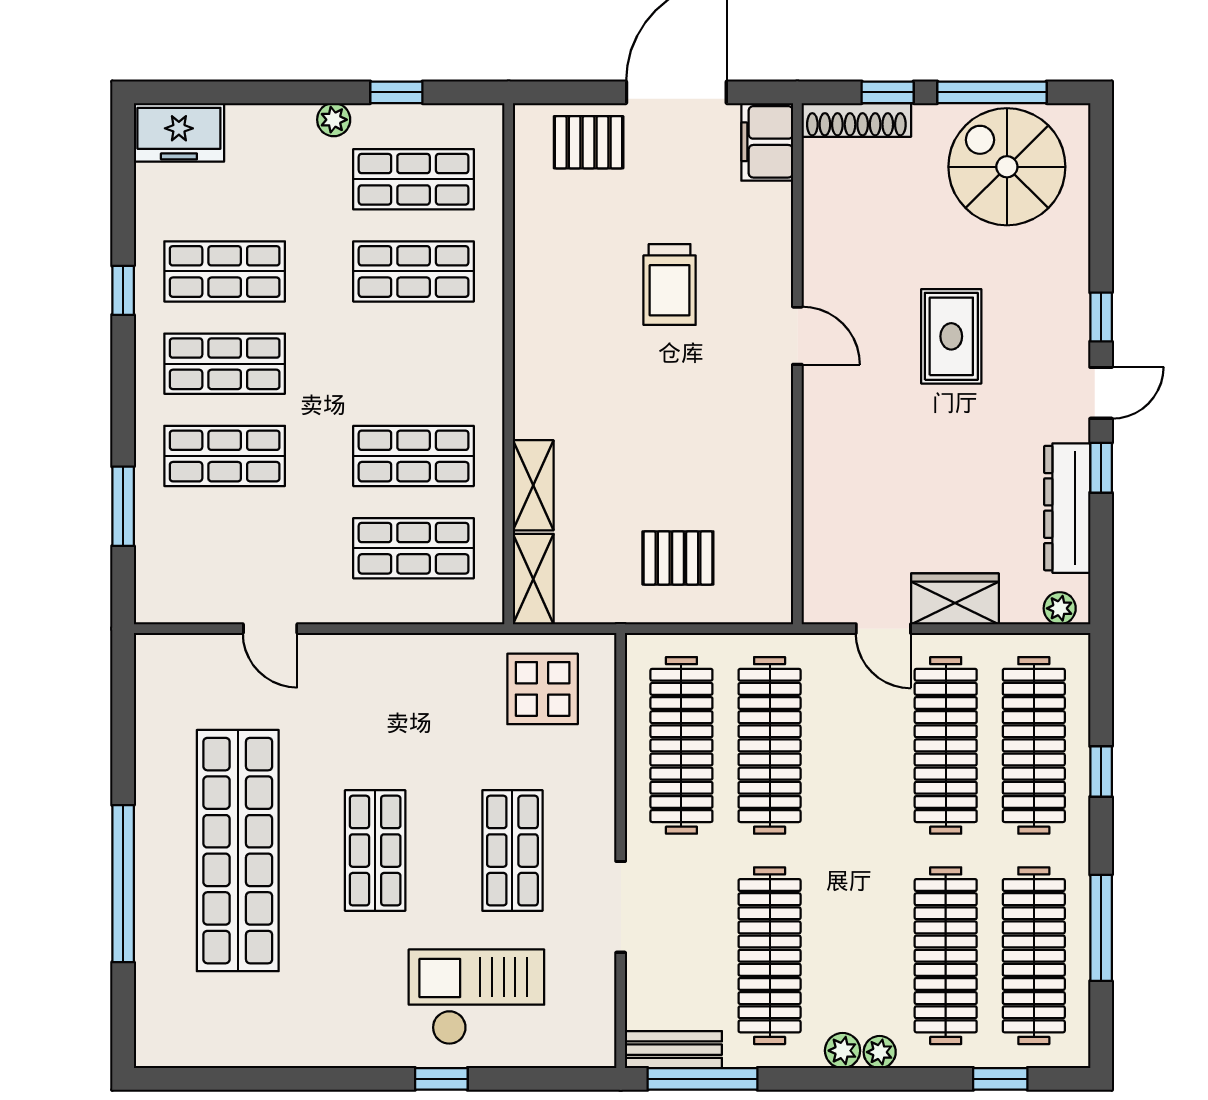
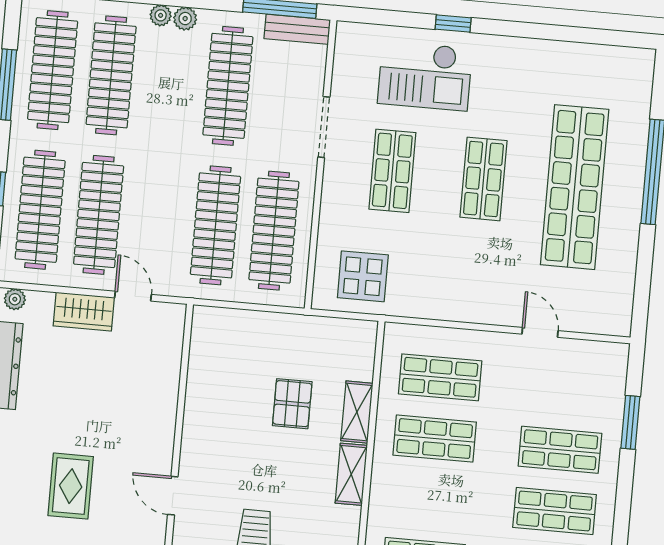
pallet: (678, 558) -> (292, 404), moved, turned 90
shelving: (533, 579) -> (351, 474), moved

